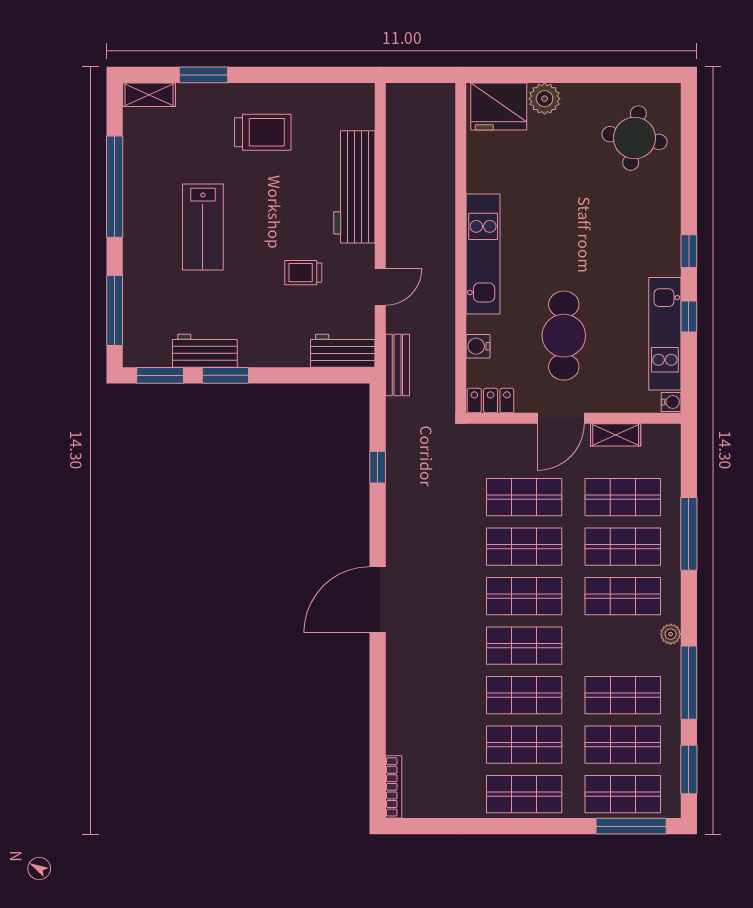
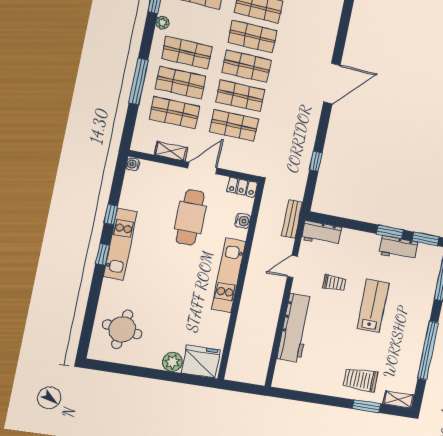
trolley: (263, 132) -> (360, 380), moved
lab bench: (203, 227) -> (373, 306), moved
kitchen unit: (665, 334) -> (120, 244), moved

